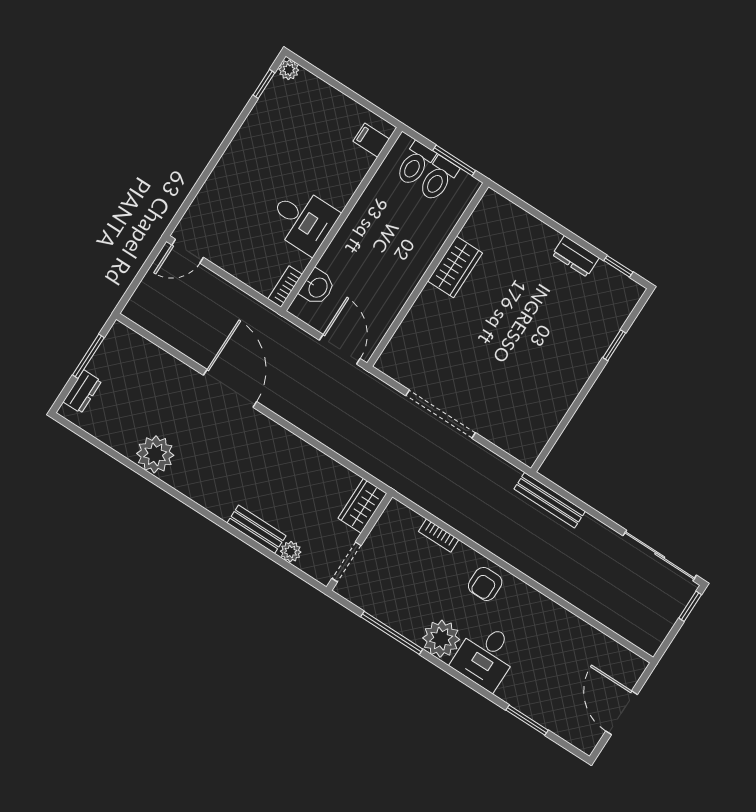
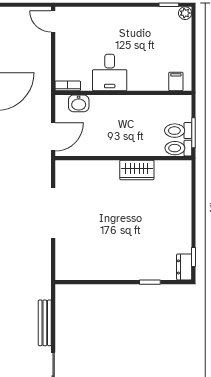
toilet: (415, 164) -> (178, 148), moved
dresser: (576, 256) -> (184, 267), moved
bench: (550, 500) -> (45, 323), moved

